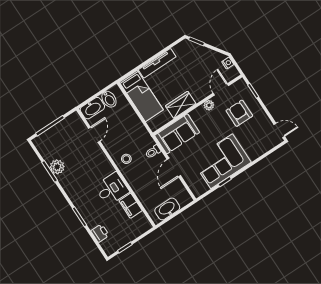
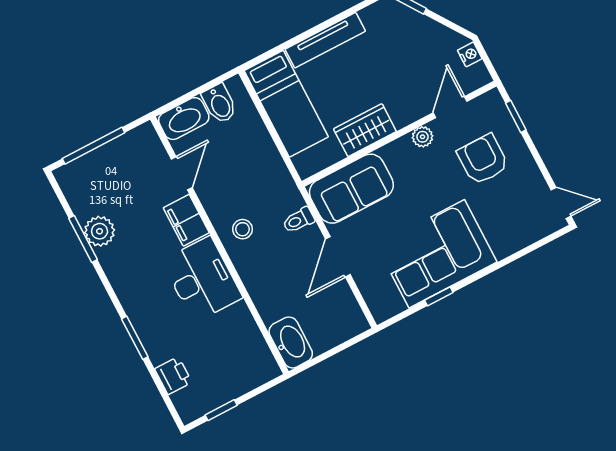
desk: (112, 189) -> (202, 279), width x1.37
filing cabinet: (131, 206) -> (186, 220), moved
washbasin: (167, 209) -> (291, 342), moved, turned 90

